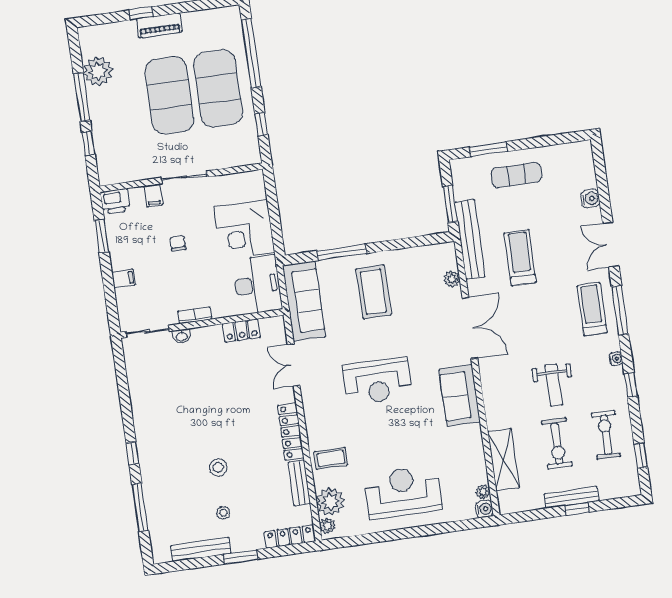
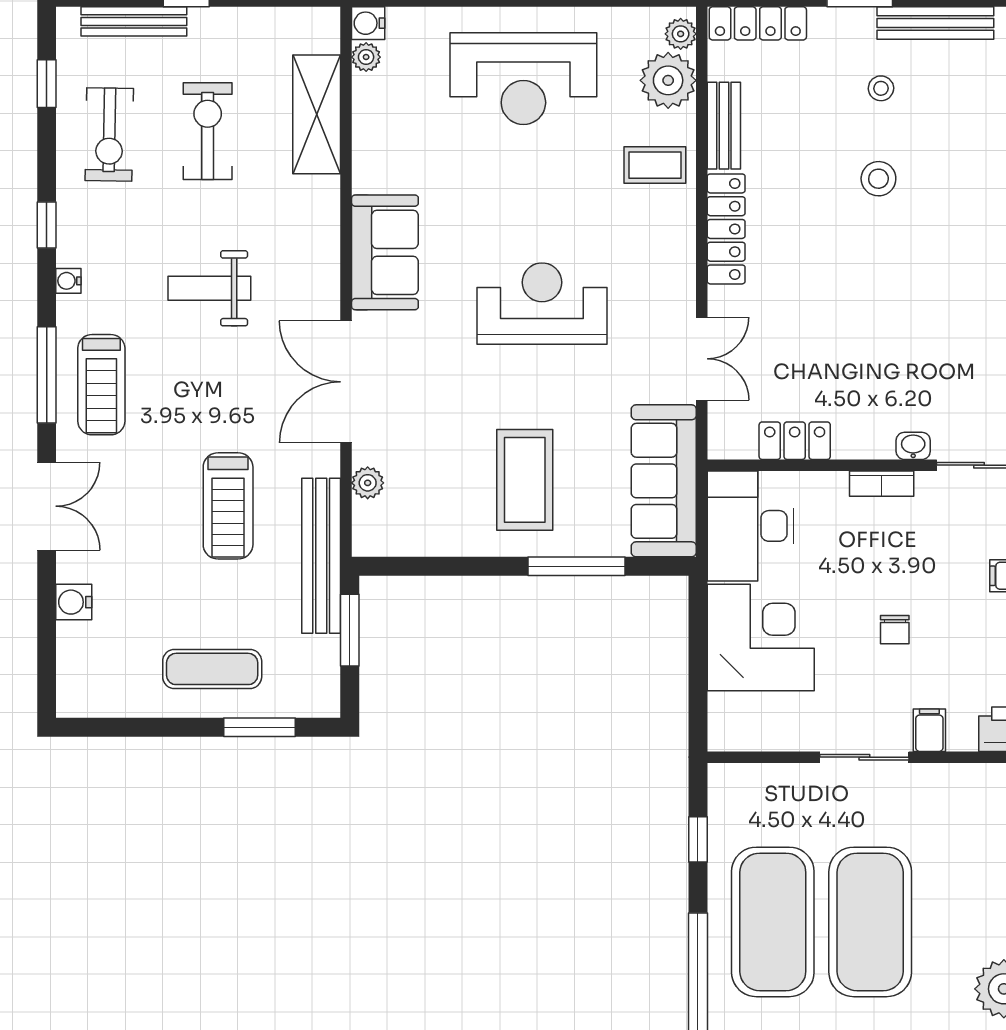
weight bench: (554, 385) -> (209, 288), moved, turned -90
bench: (572, 497) -> (134, 21), moved

